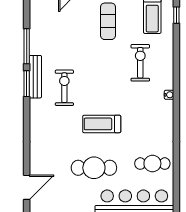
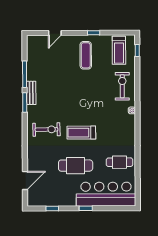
exercise bike: (140, 63) -> (122, 86), moved
bench: (35, 77) -> (31, 93), width x0.73
exercise bike: (64, 88) -> (46, 129), moved, turned 89

